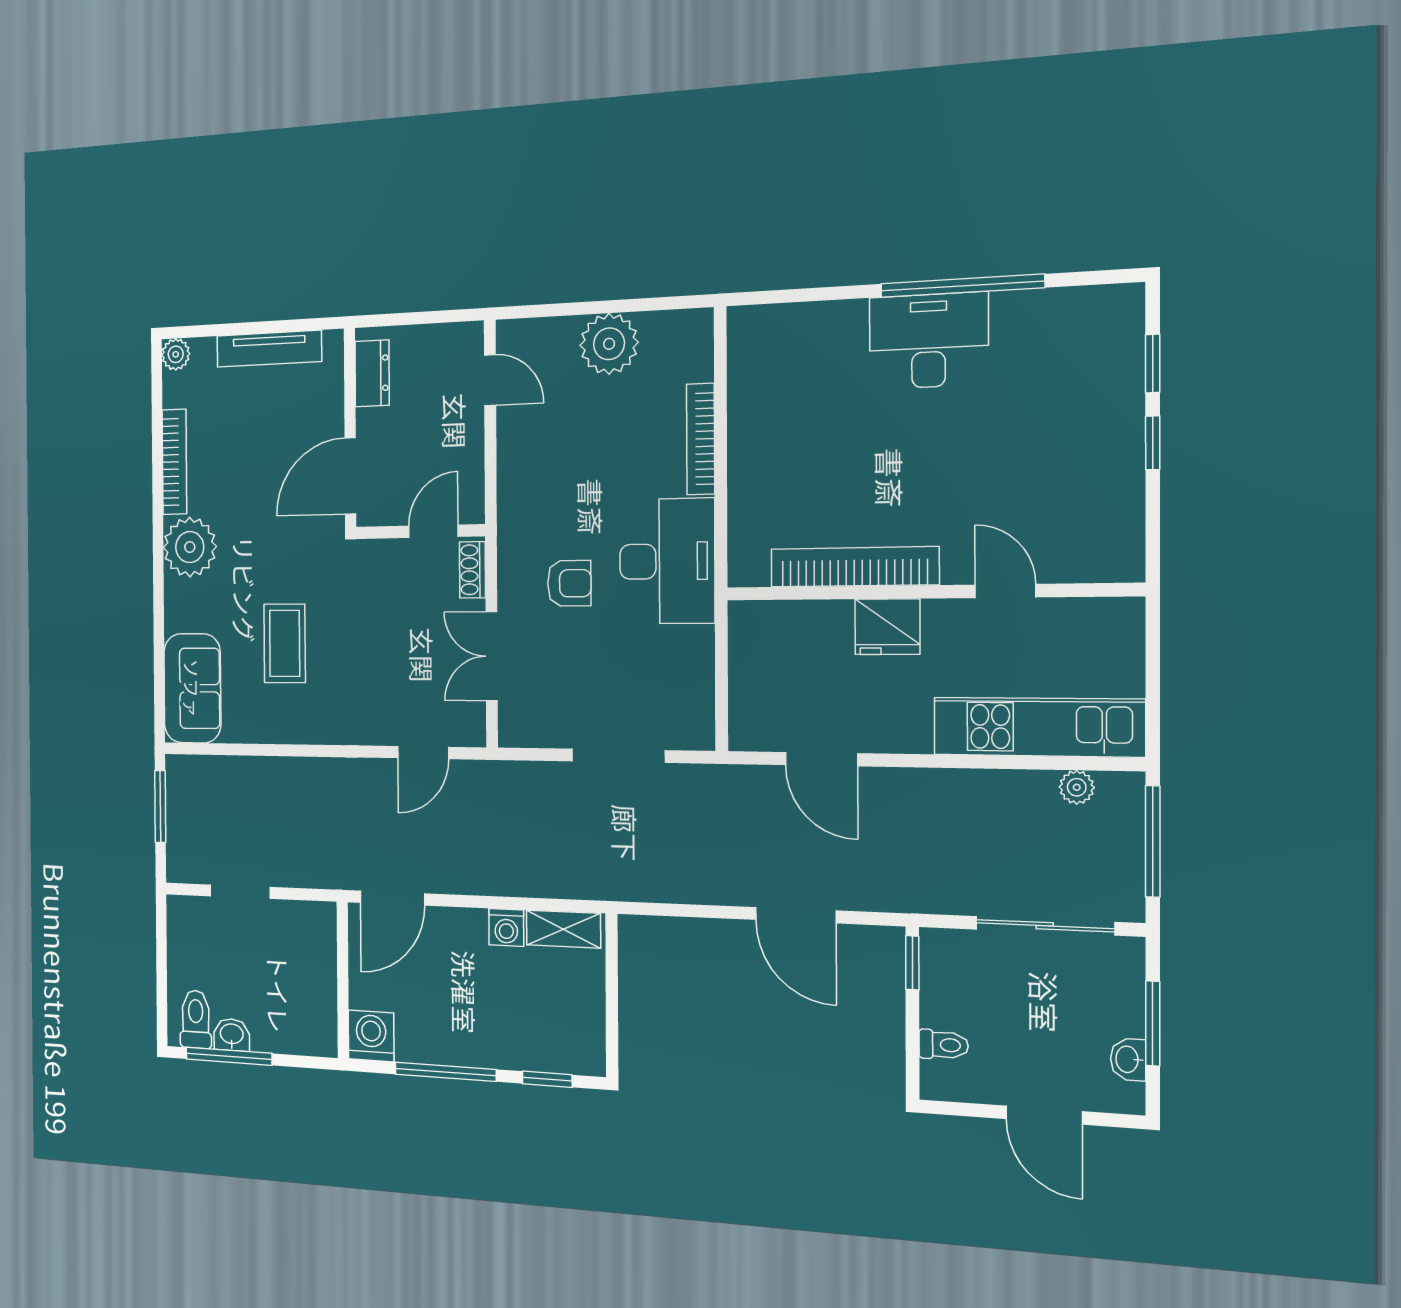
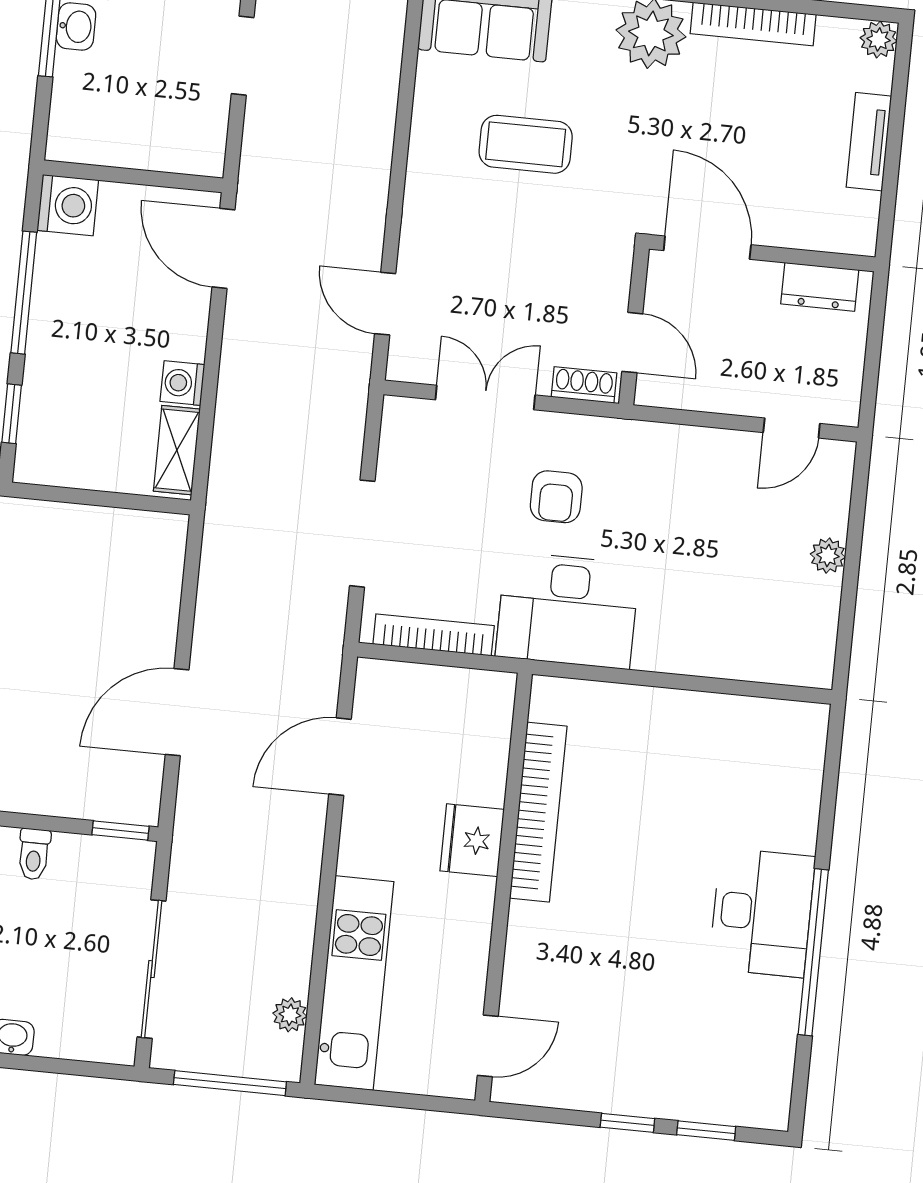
plant: (609, 344) -> (828, 556), width x0.53, depth x0.53
tv unit: (269, 349) -> (869, 142), width x0.71
bookcase: (701, 439) -> (434, 635), moved
door: (1005, 591) -> (488, 1046), moved
window: (1153, 1023) -> (48, 1065), removed

